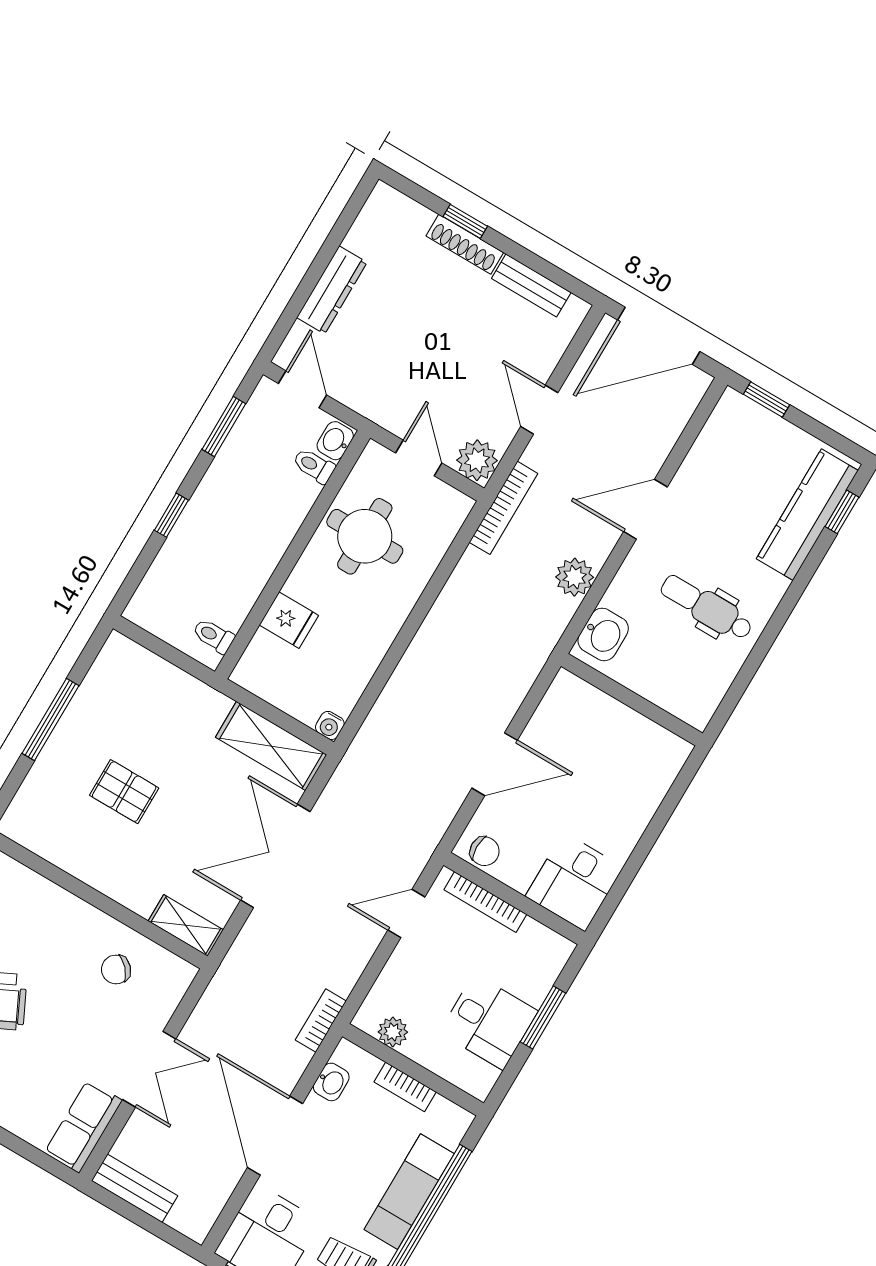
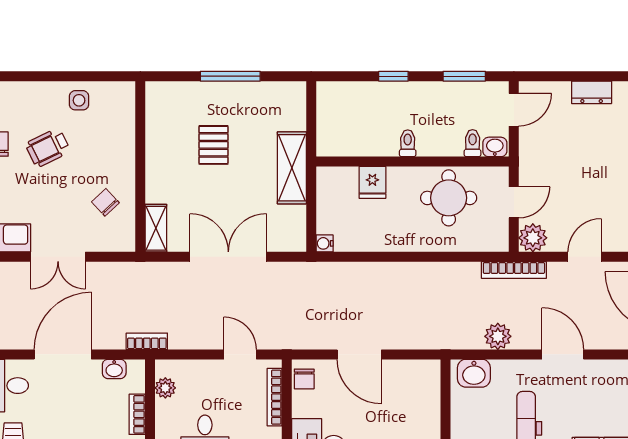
dresser: (332, 290) -> (592, 92), width x0.70
toilet: (214, 636) -> (408, 143), moved
shelving: (271, 746) -> (292, 168), moved

